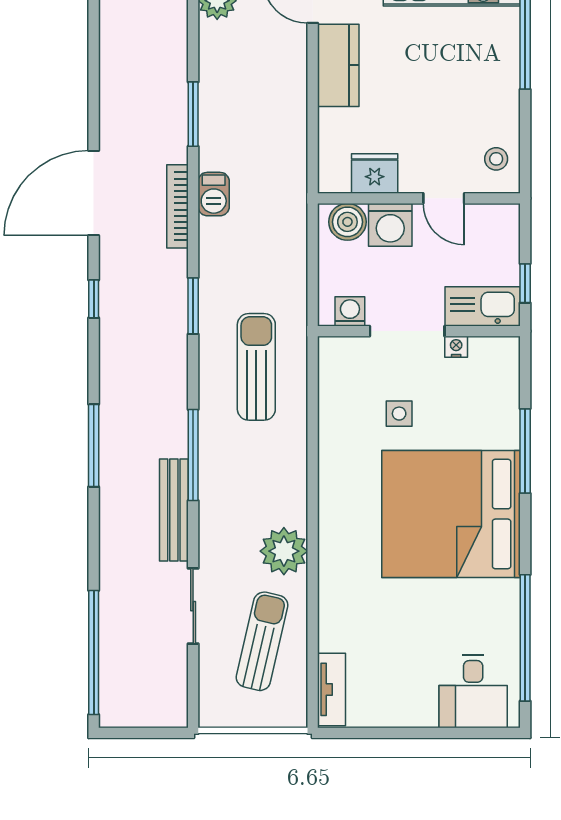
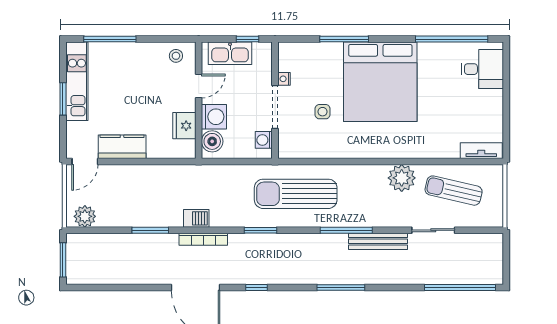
kitchen sink: (483, 306) -> (230, 53), moved, turned -90
sun lounger: (256, 367) -> (296, 194), width x1.36, depth x1.34

